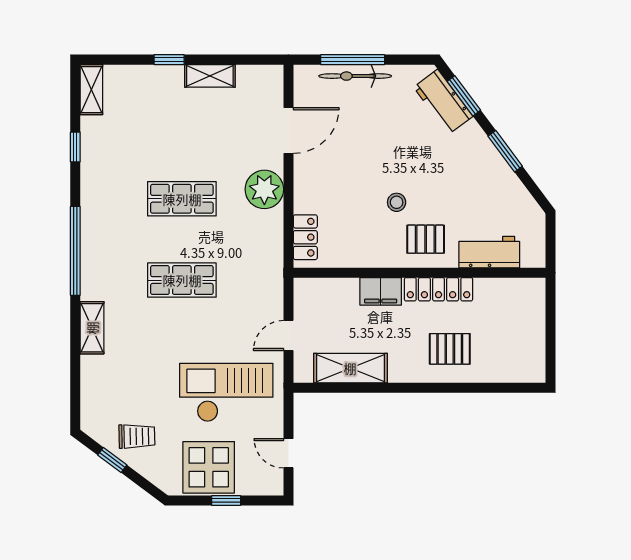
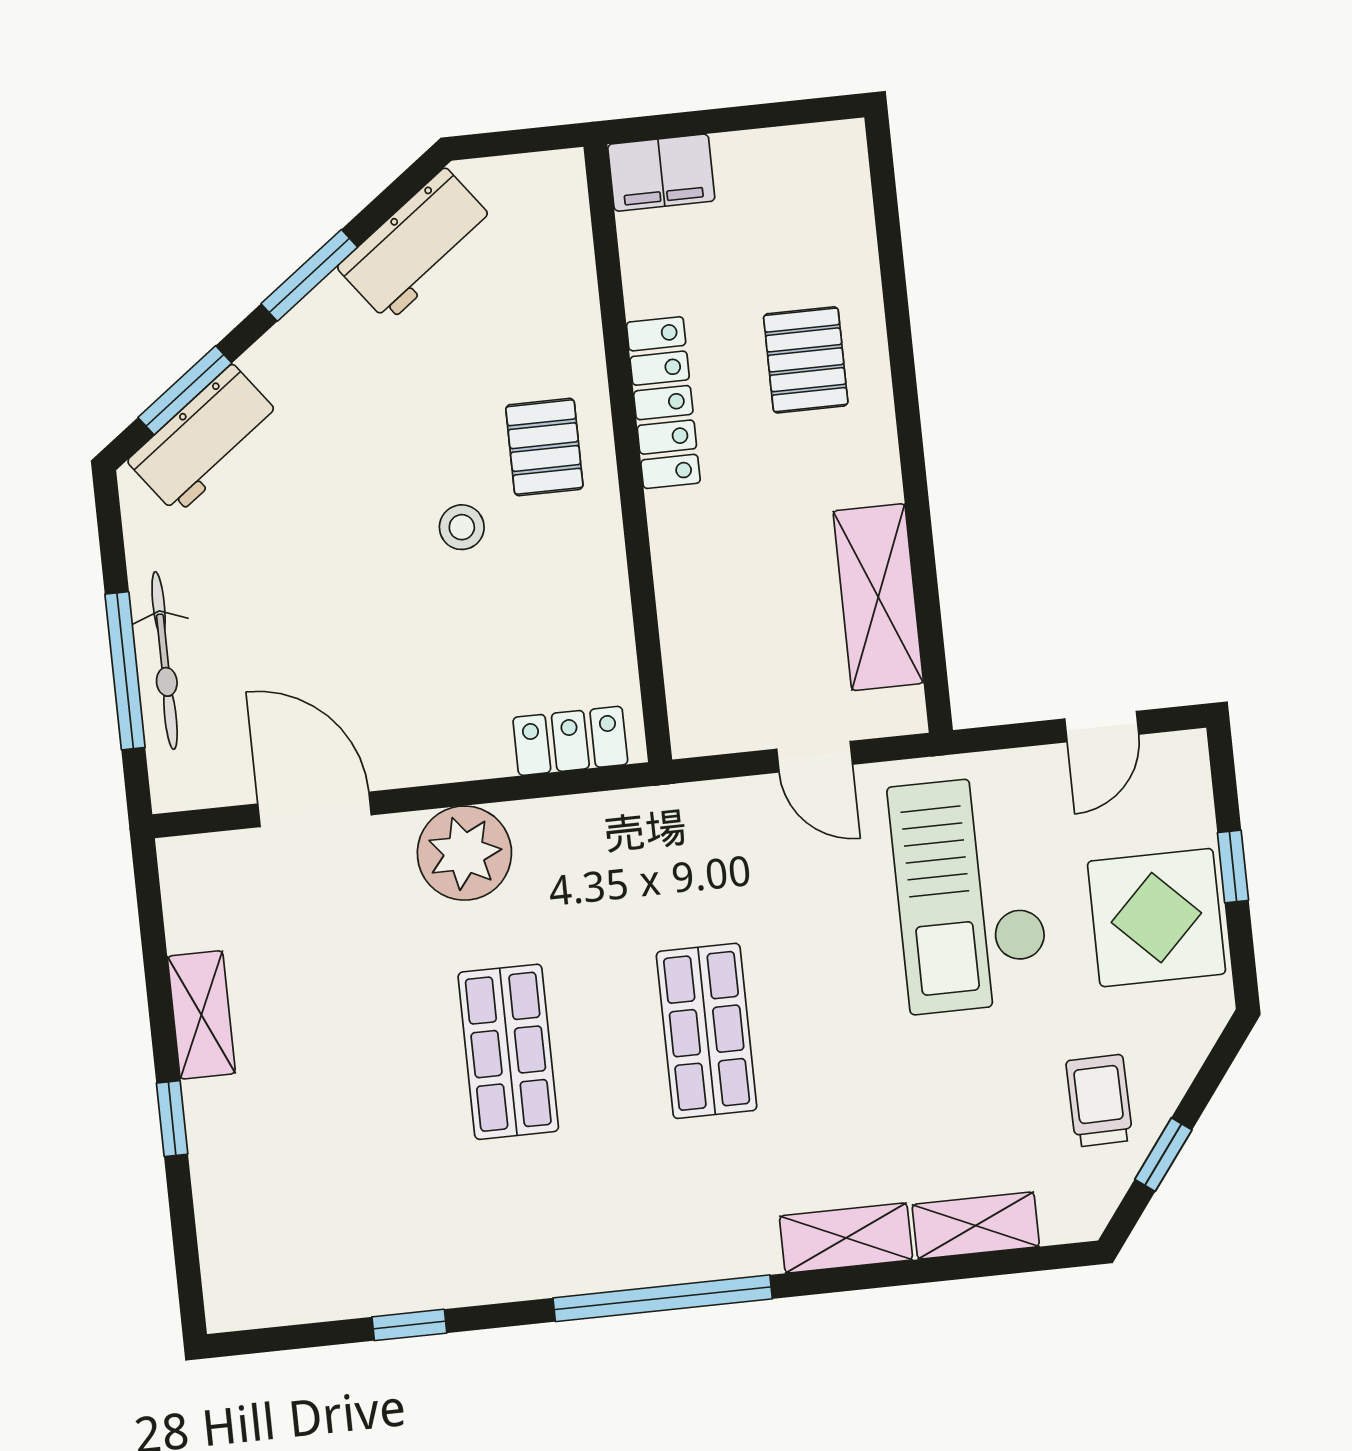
shelving: (91, 90) -> (976, 1226), moved
workbench: (489, 252) -> (417, 245), moved, turned -127
filing cabinet: (381, 291) -> (661, 173), moved, turned 90

